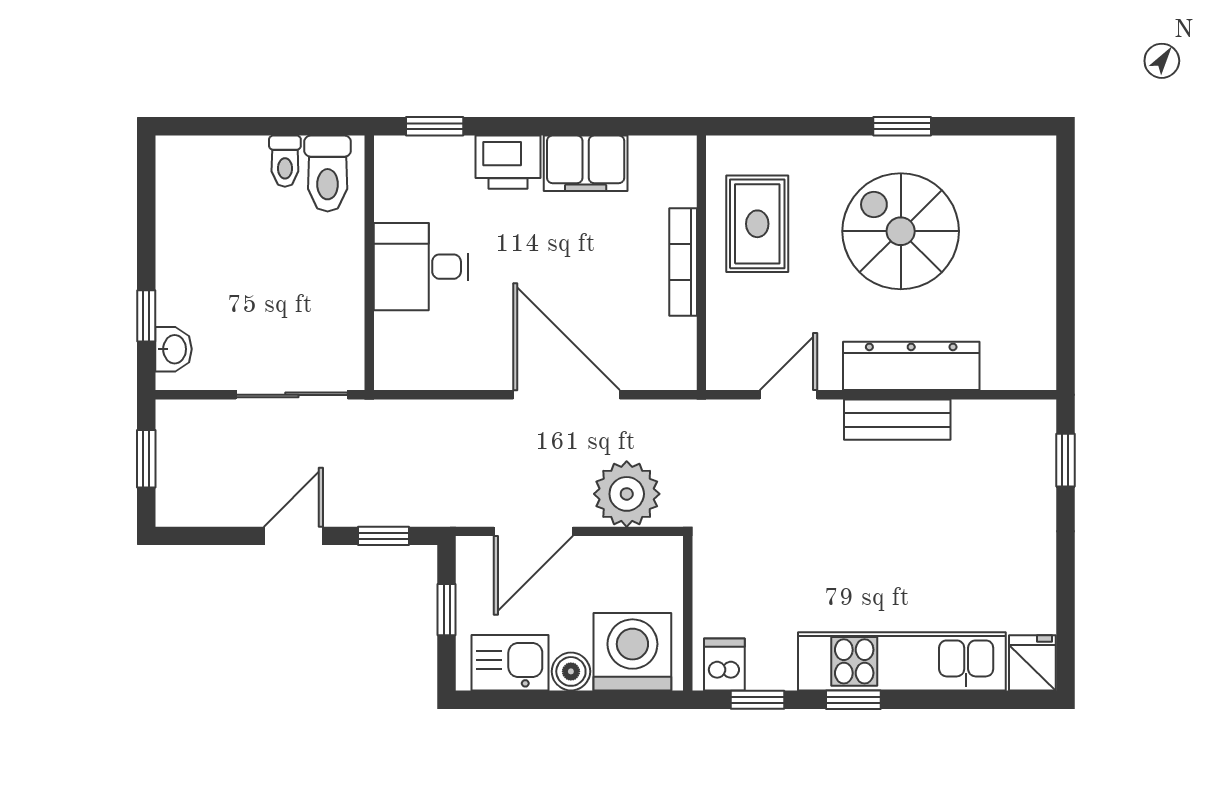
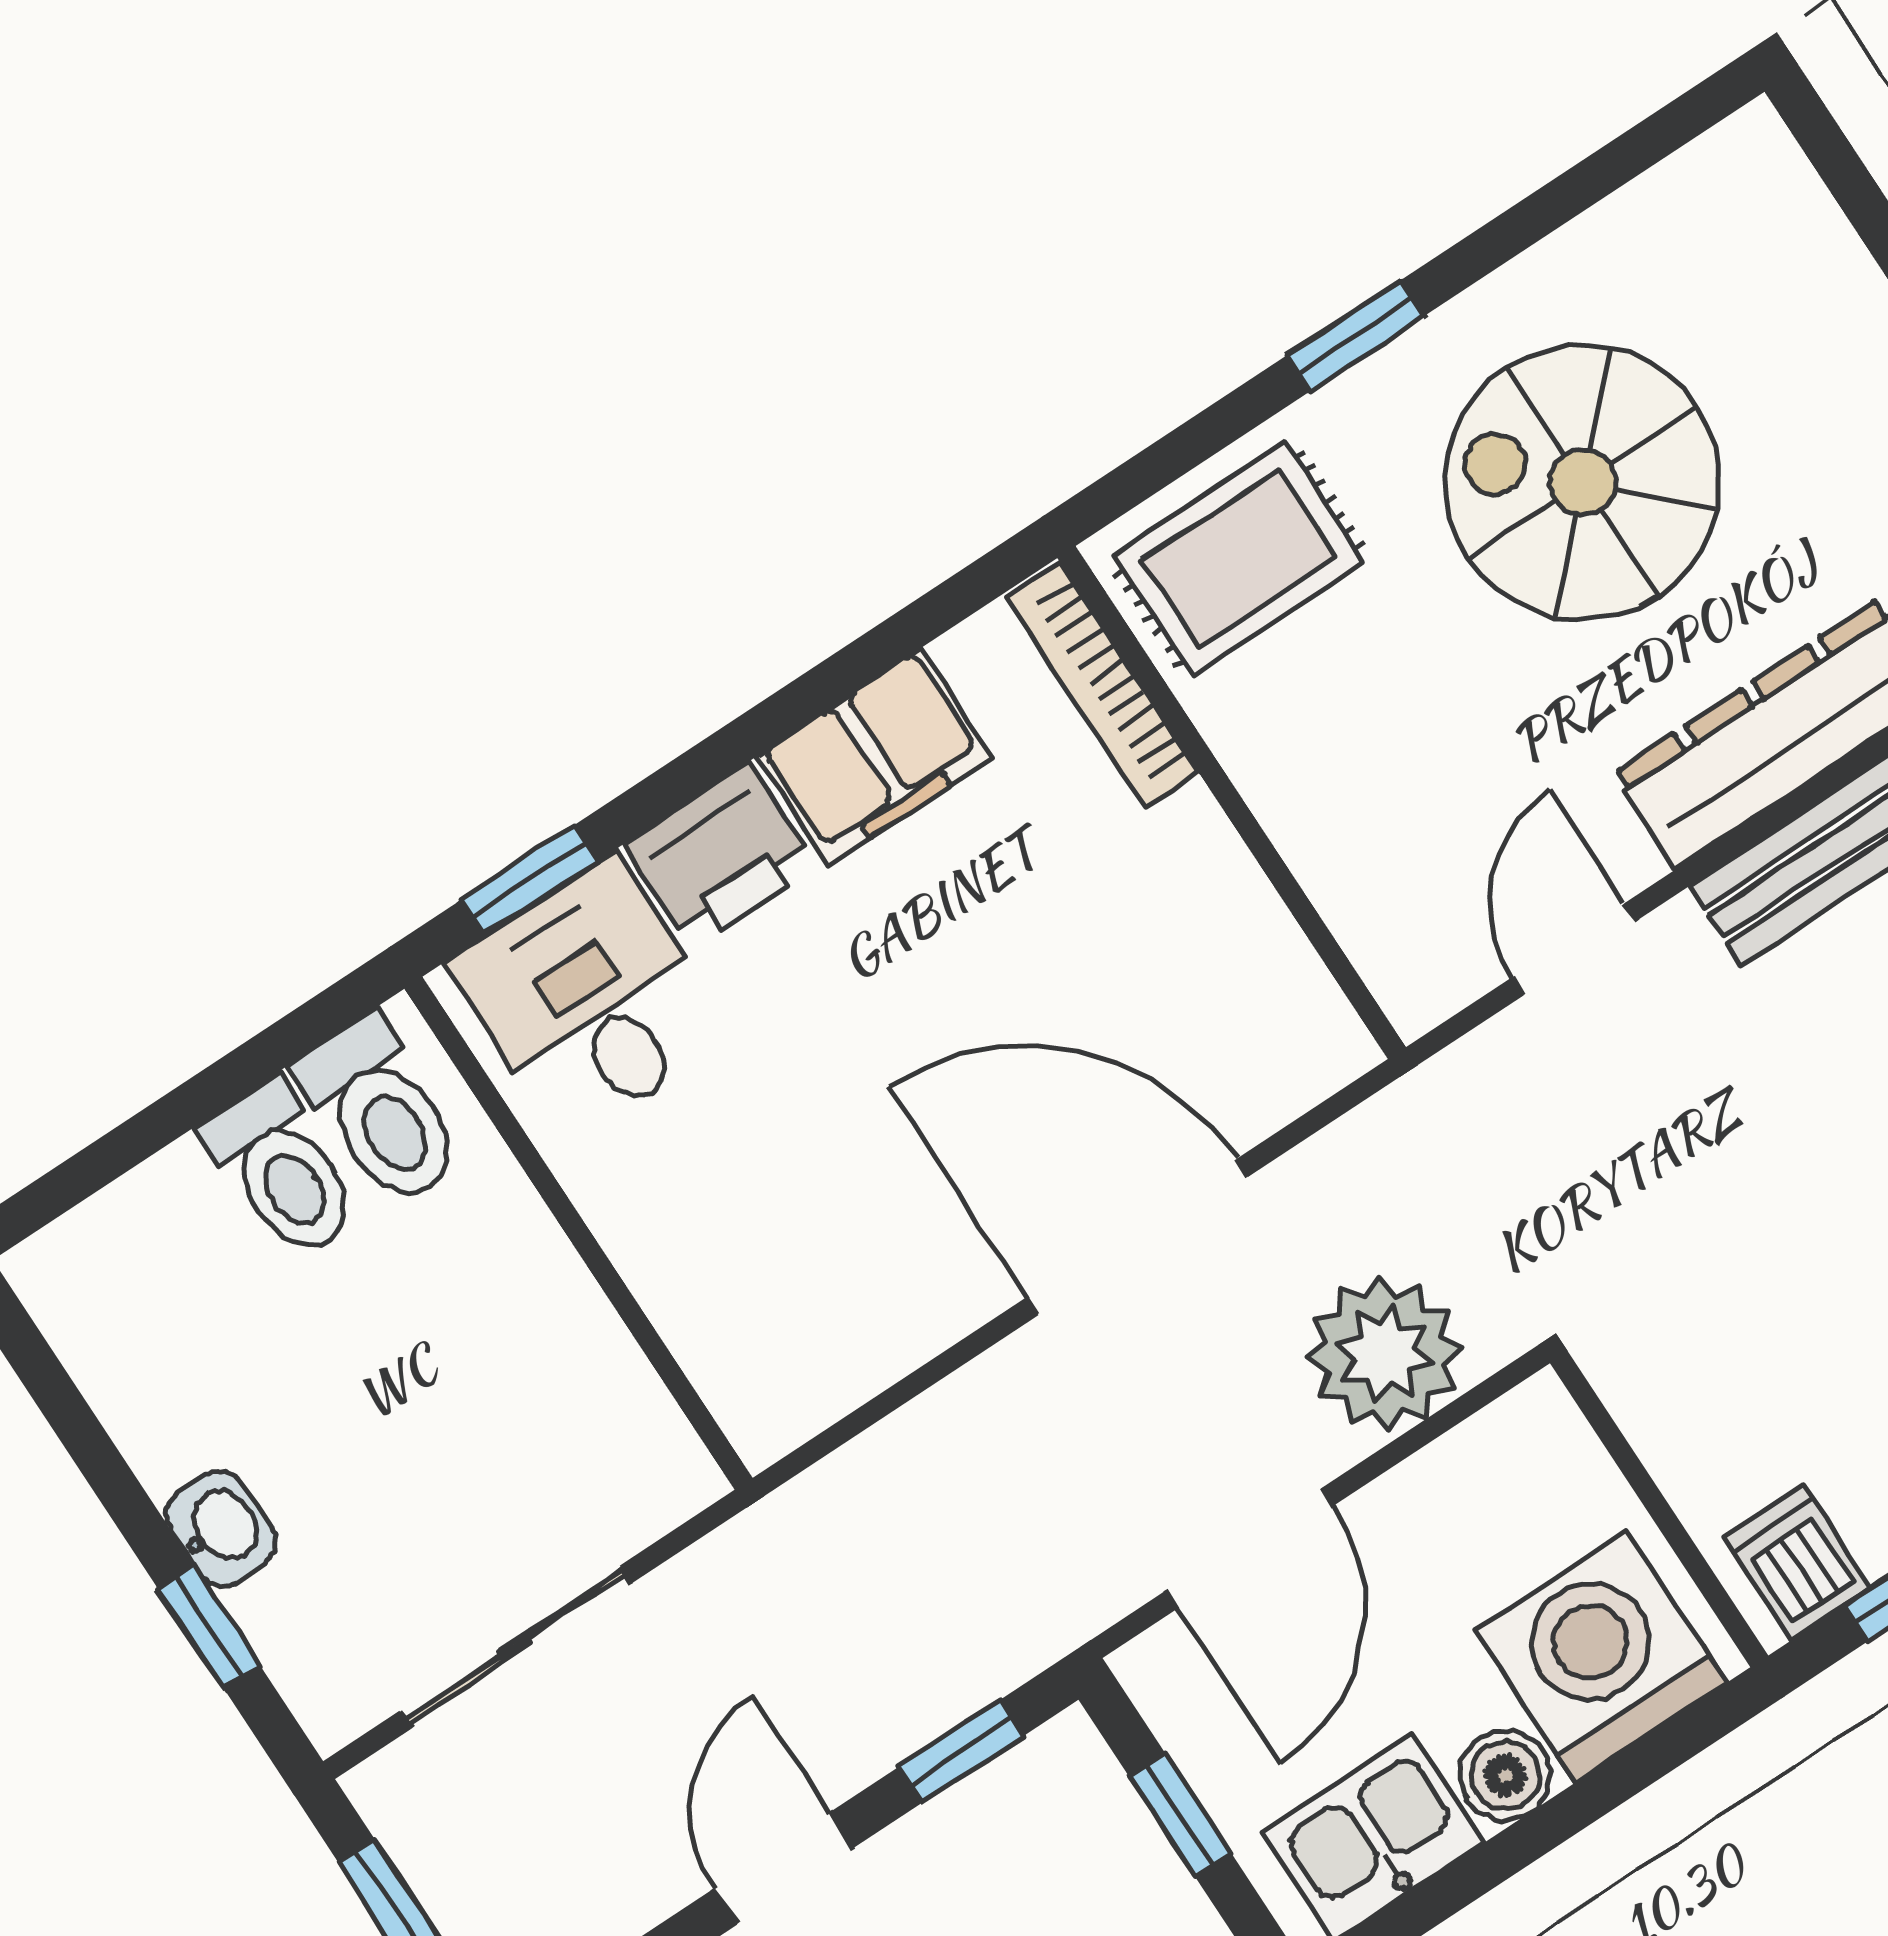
window: (902, 126) -> (1355, 336), moved
toilet: (285, 161) -> (282, 1170), width x1.37, depth x1.39
rug: (757, 224) -> (1239, 559), moved, turned 90
bookcase: (683, 262) -> (1103, 685), moved
desk: (421, 267) -> (591, 999), moved, turned 90
washbasin: (174, 349) -> (221, 1528), moved
sliding door: (292, 395) -> (515, 1647), moved

